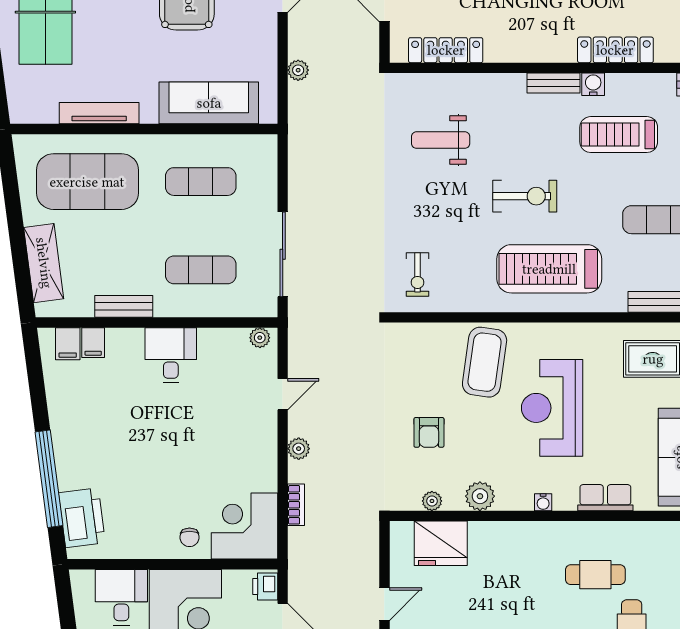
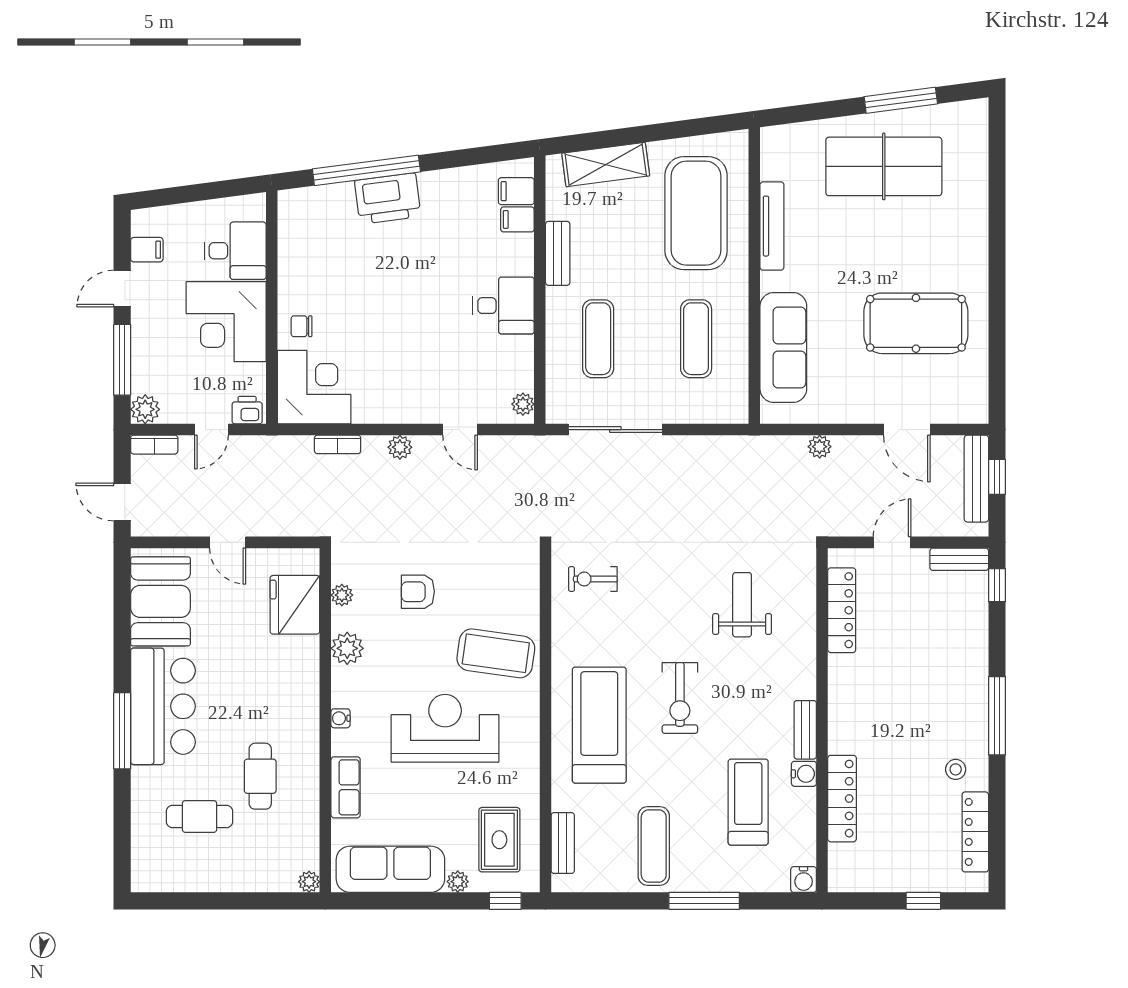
printer: (82, 518) -> (388, 199), moved

